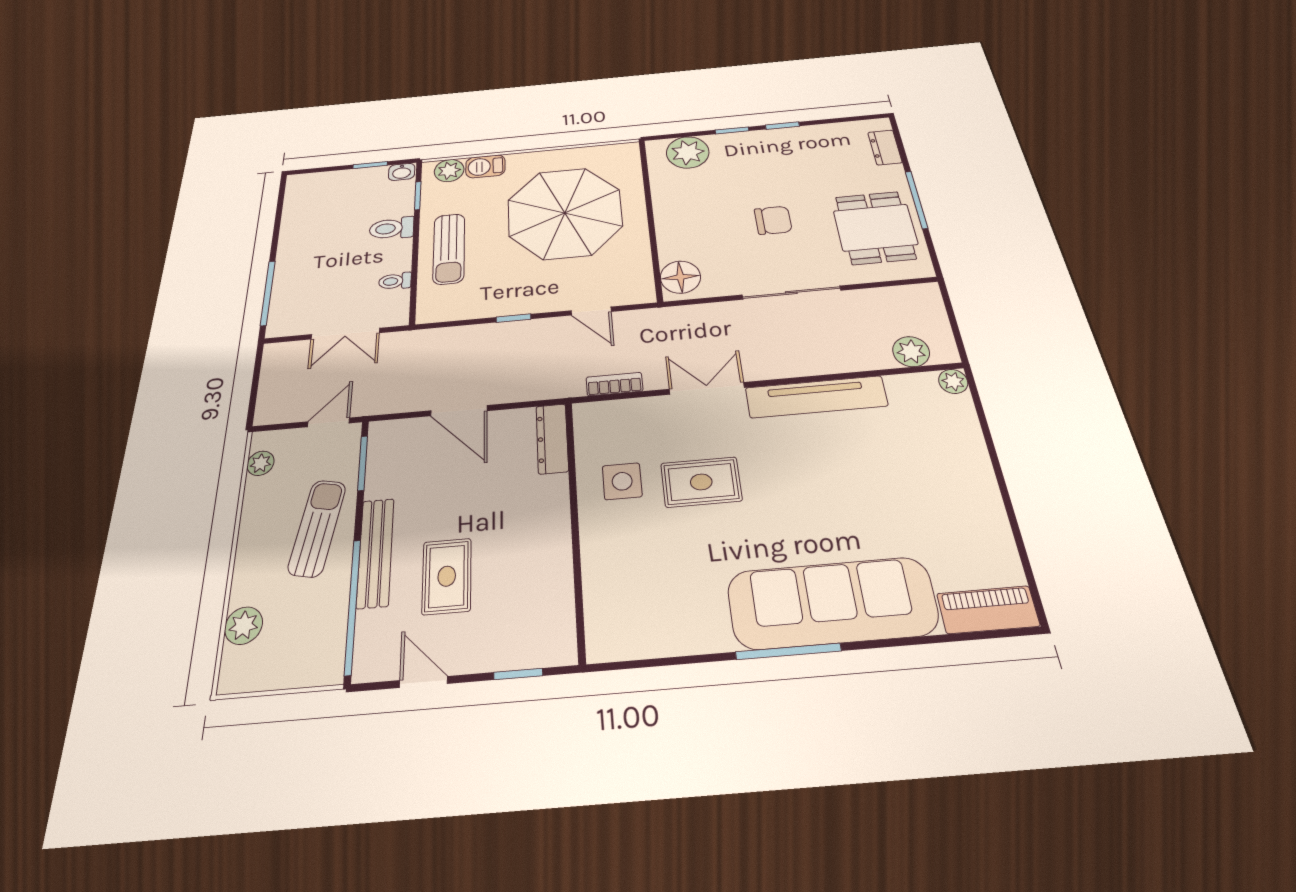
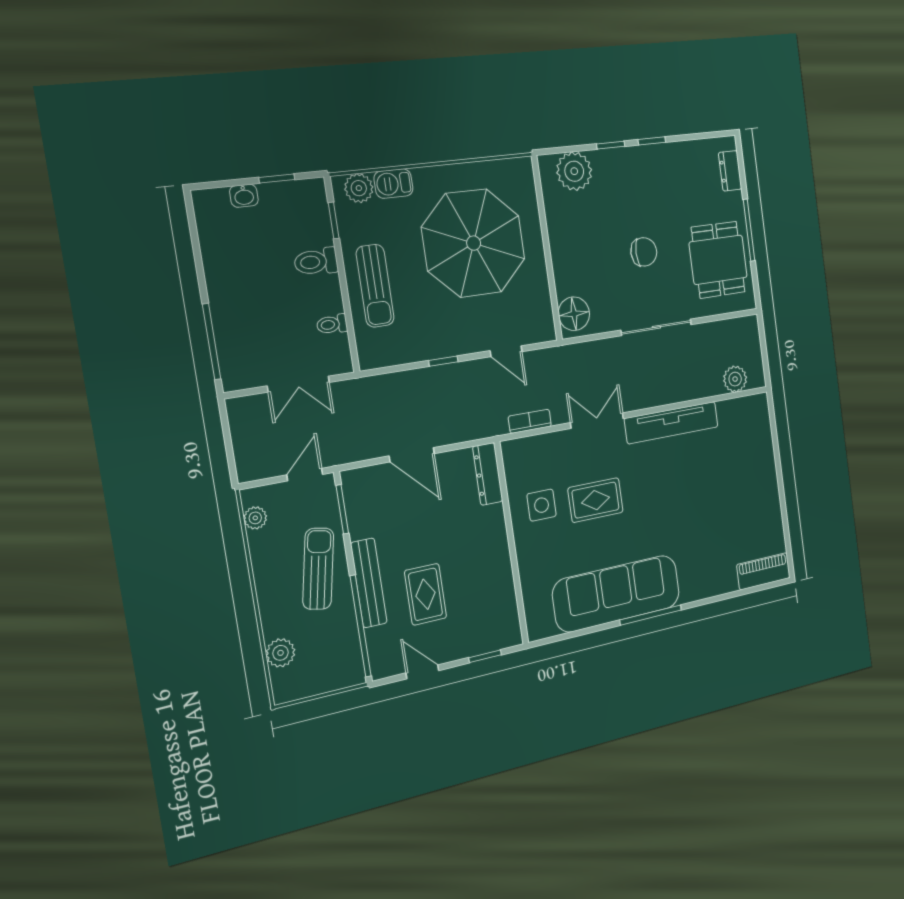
washbasin: (402, 172) -> (244, 196), moved
plant: (953, 381) -> (759, 403), removed
sofa: (832, 603) -> (617, 594), moved

